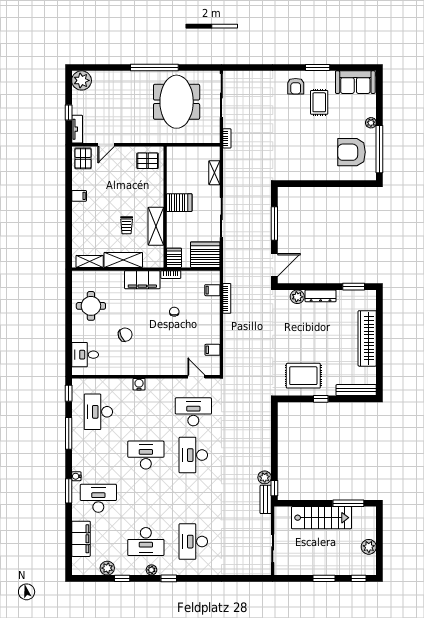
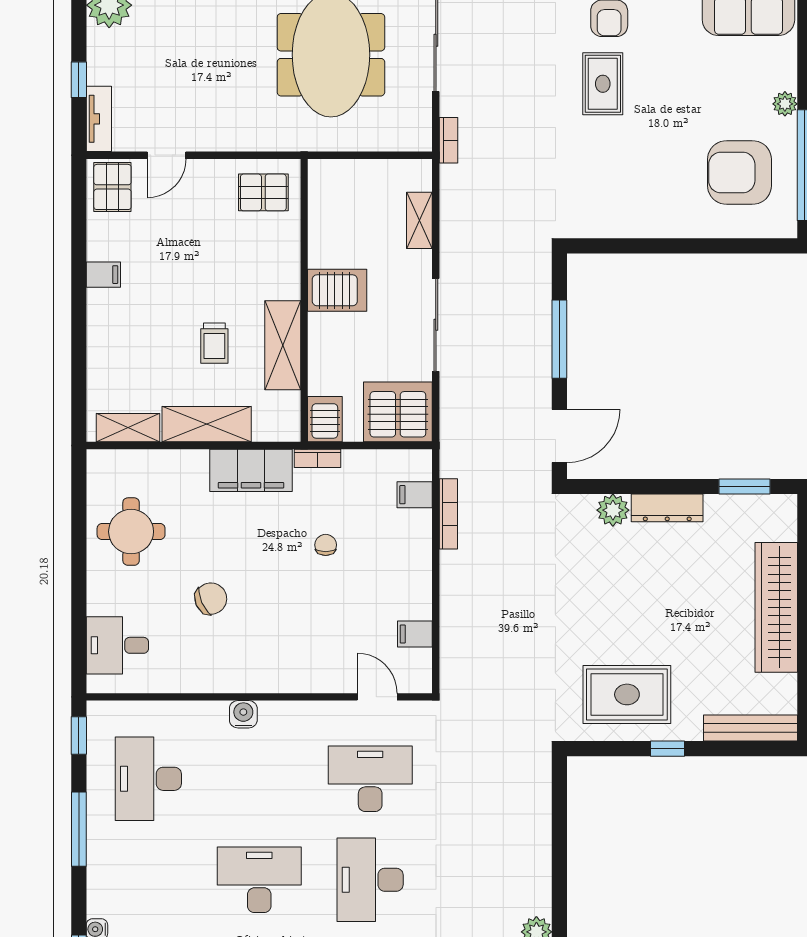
rug: (319, 102) -> (603, 84), moved

